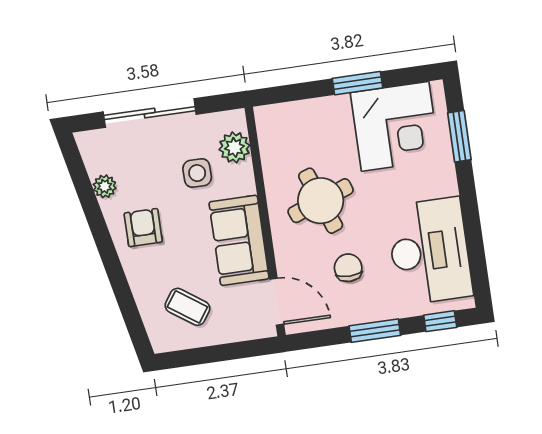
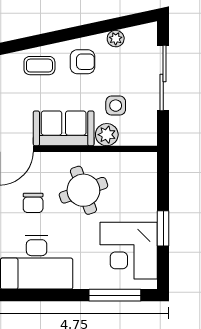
window: (459, 136) -> (115, 295), width x1.44
plant: (234, 147) -> (107, 135), moved
chair: (348, 268) -> (33, 203), turned 90
coffee table: (187, 307) -> (39, 66), moved, turned 55

